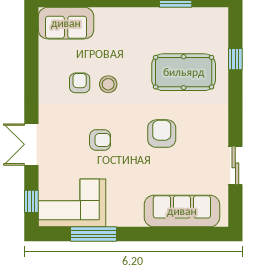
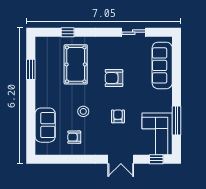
sofa: (66, 23) -> (45, 125), moved
armchair: (80, 83) -> (74, 137), moved

